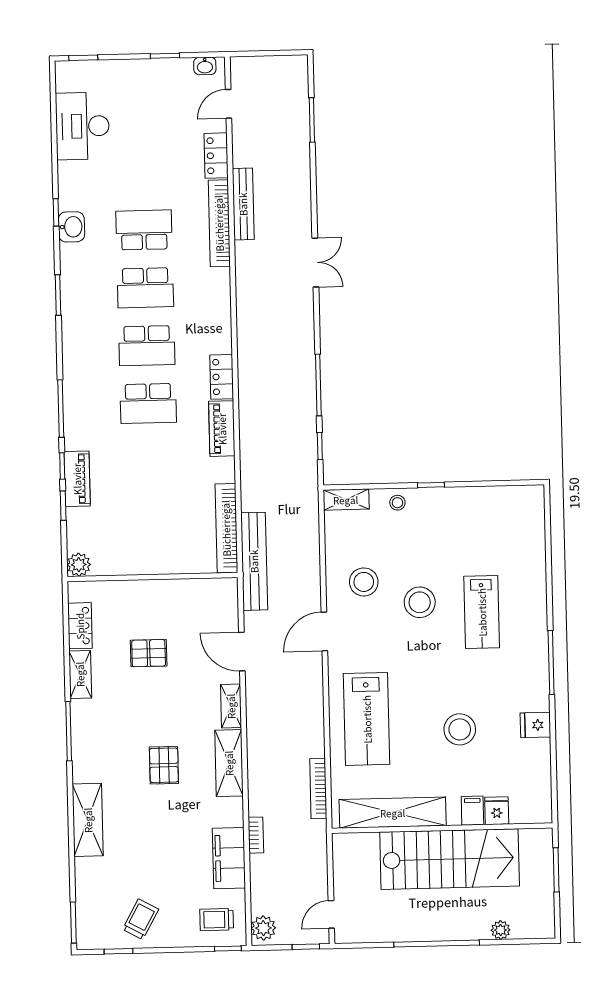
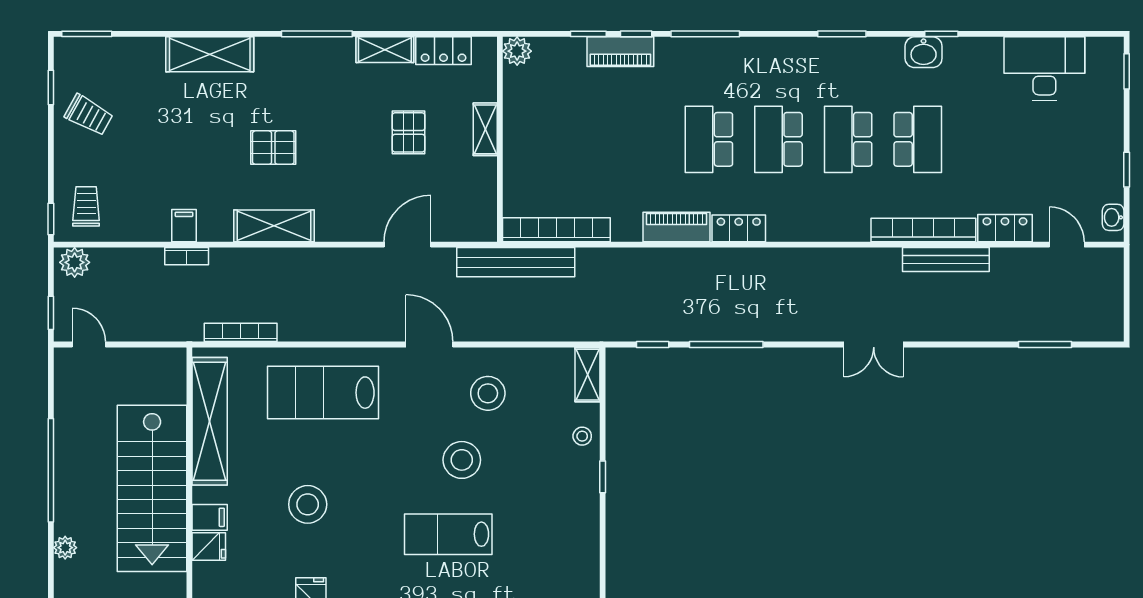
shelving: (231, 706) -> (485, 129), moved, turned 90
filing cabinet: (229, 858) -> (184, 226), width x0.33, depth x0.86

